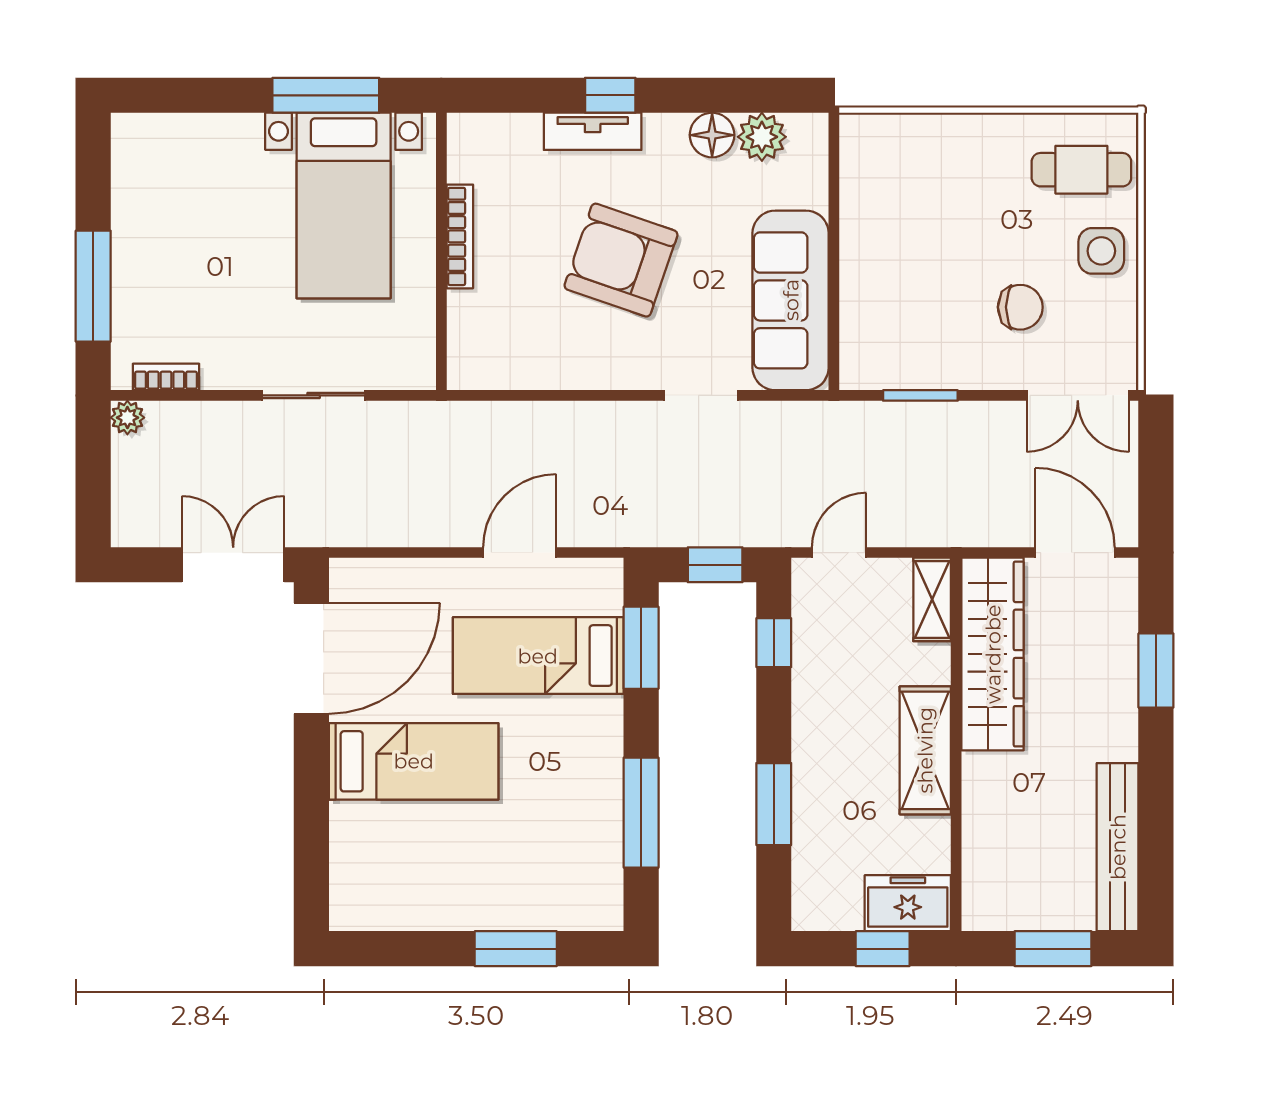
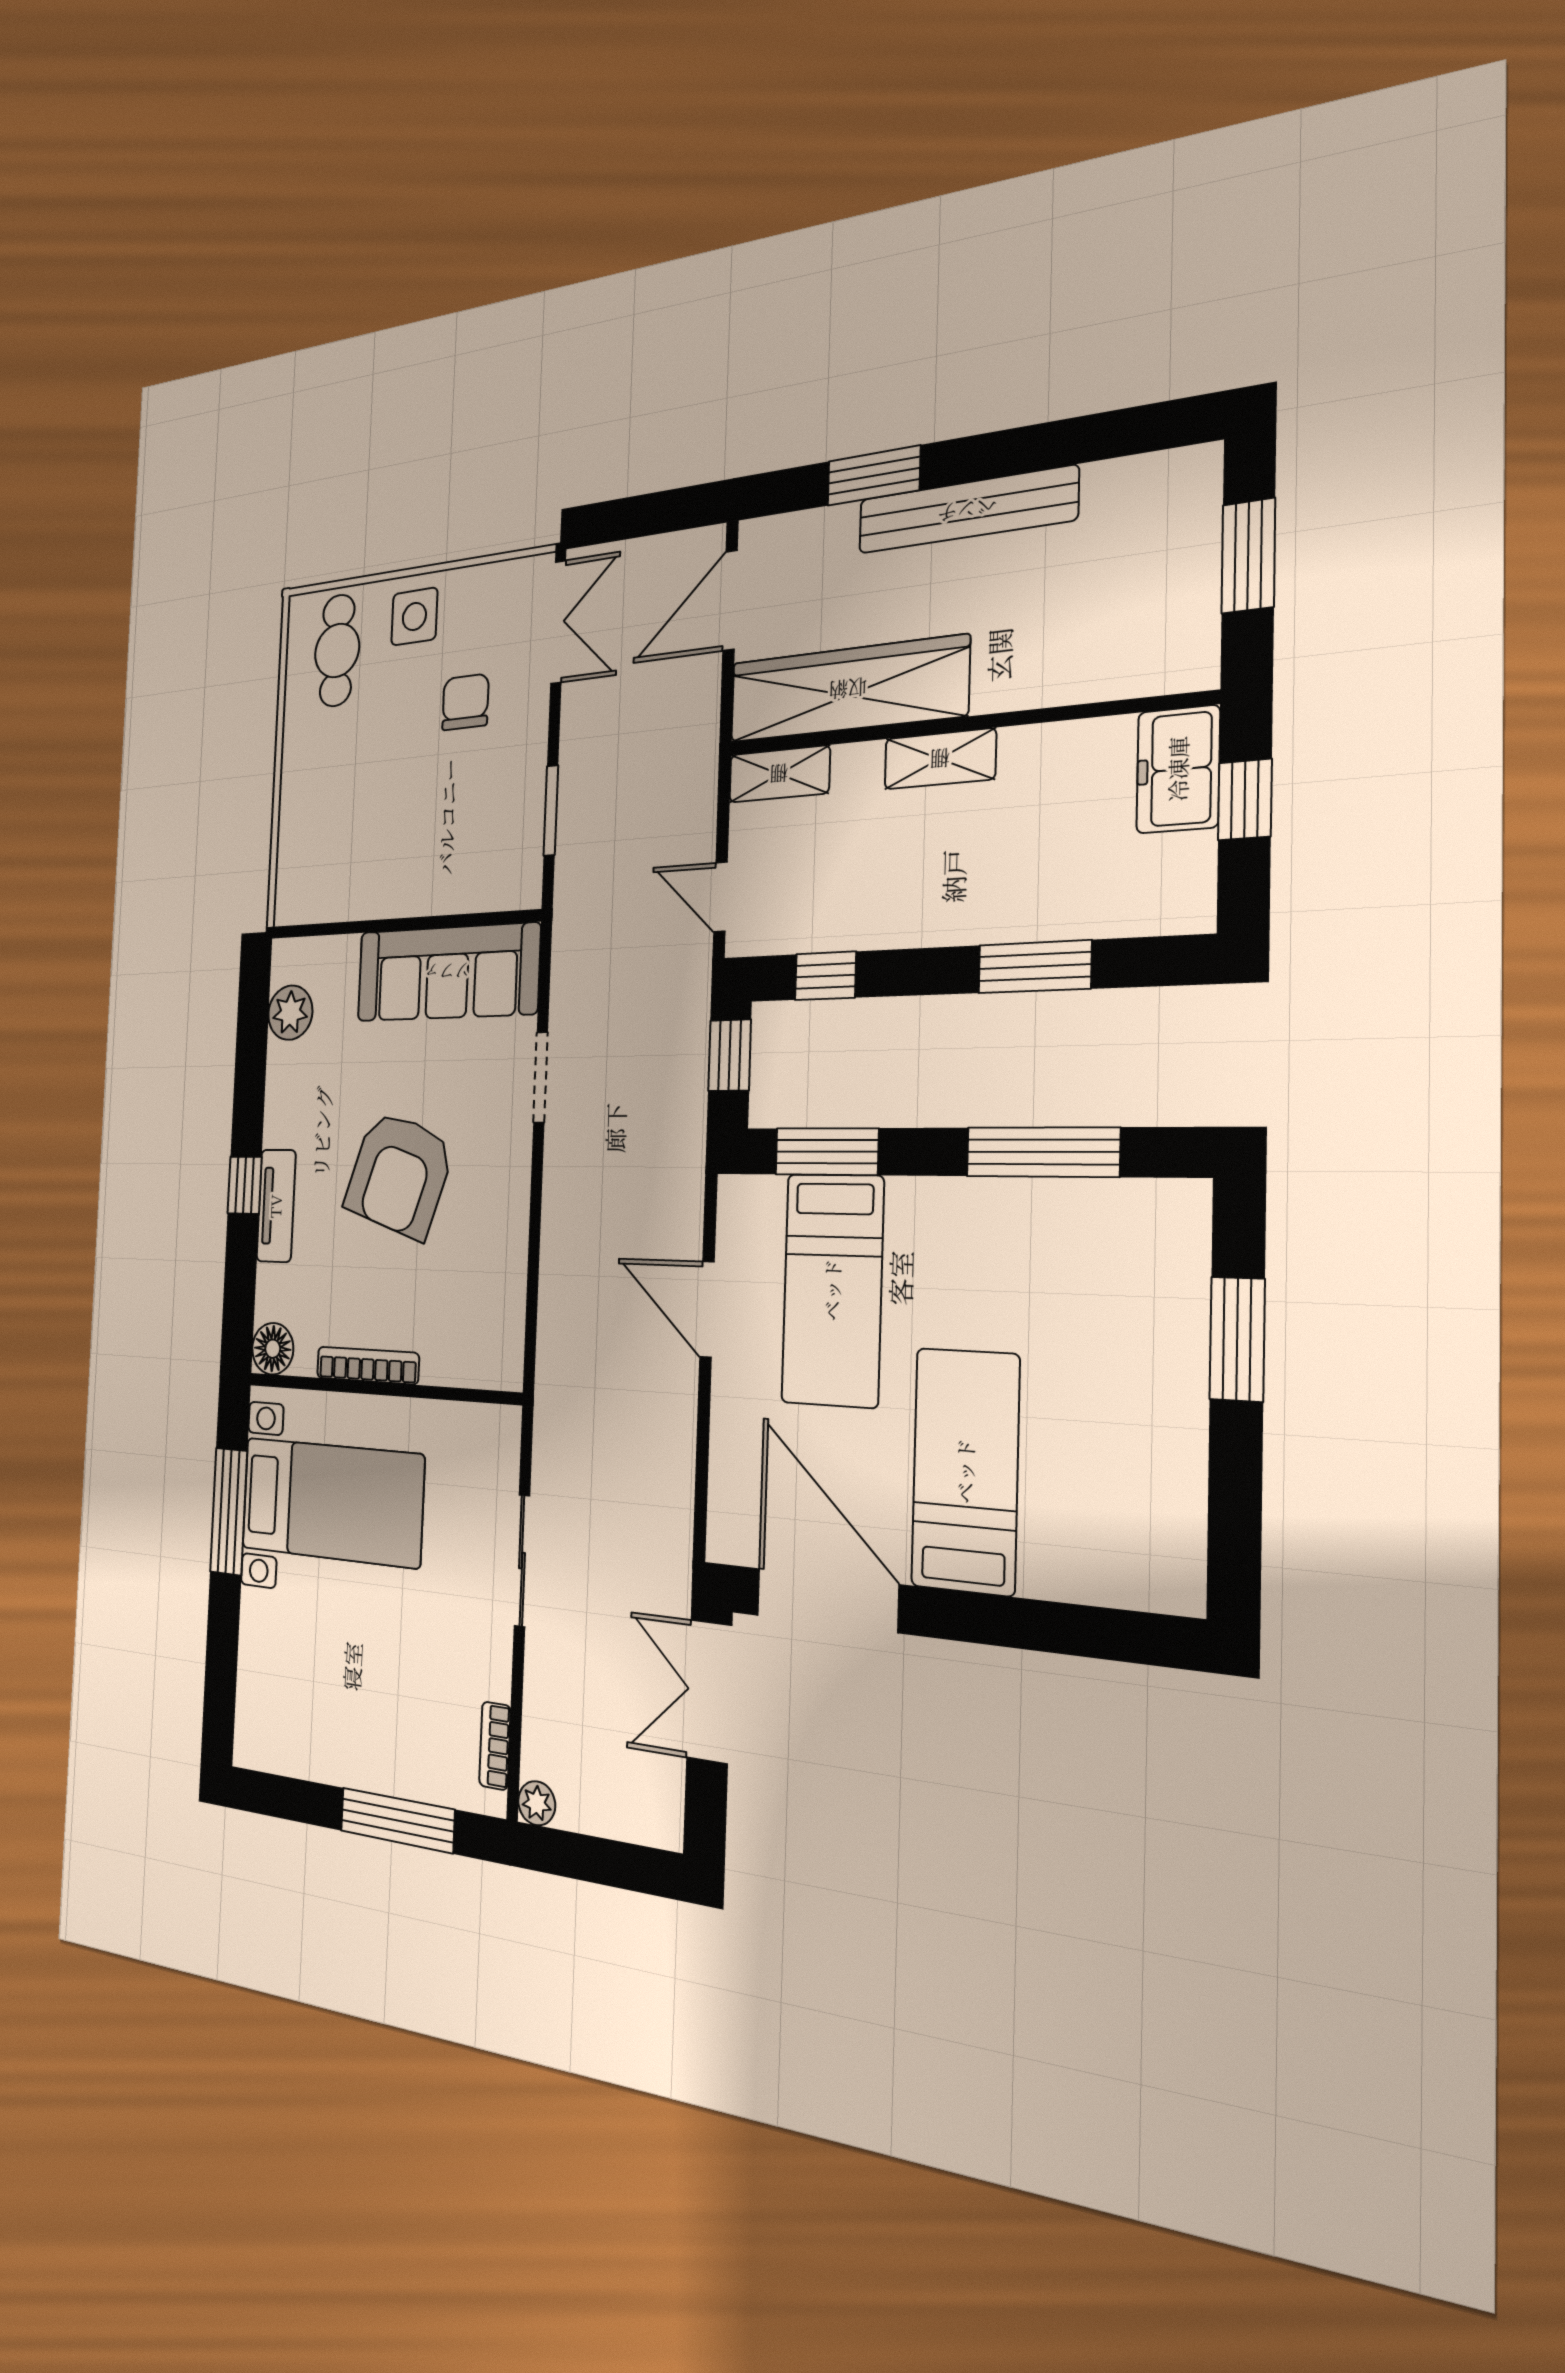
floor lamp: (712, 135) -> (273, 1349), moved
shelving: (925, 750) -> (940, 759), width x0.67, depth x0.75
bench: (1118, 847) -> (967, 510), moved

